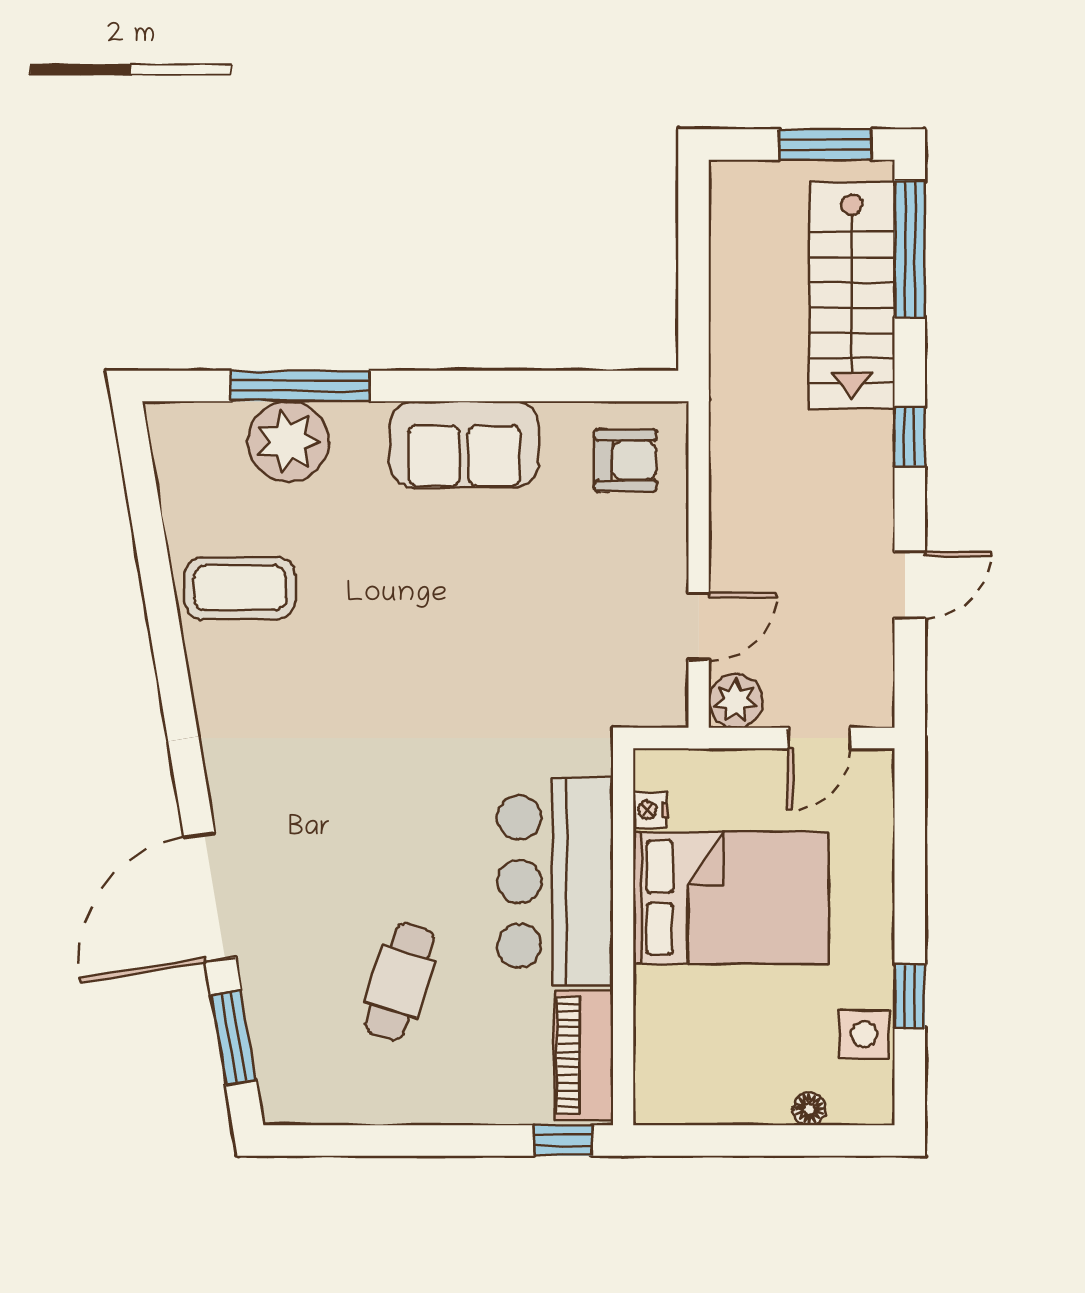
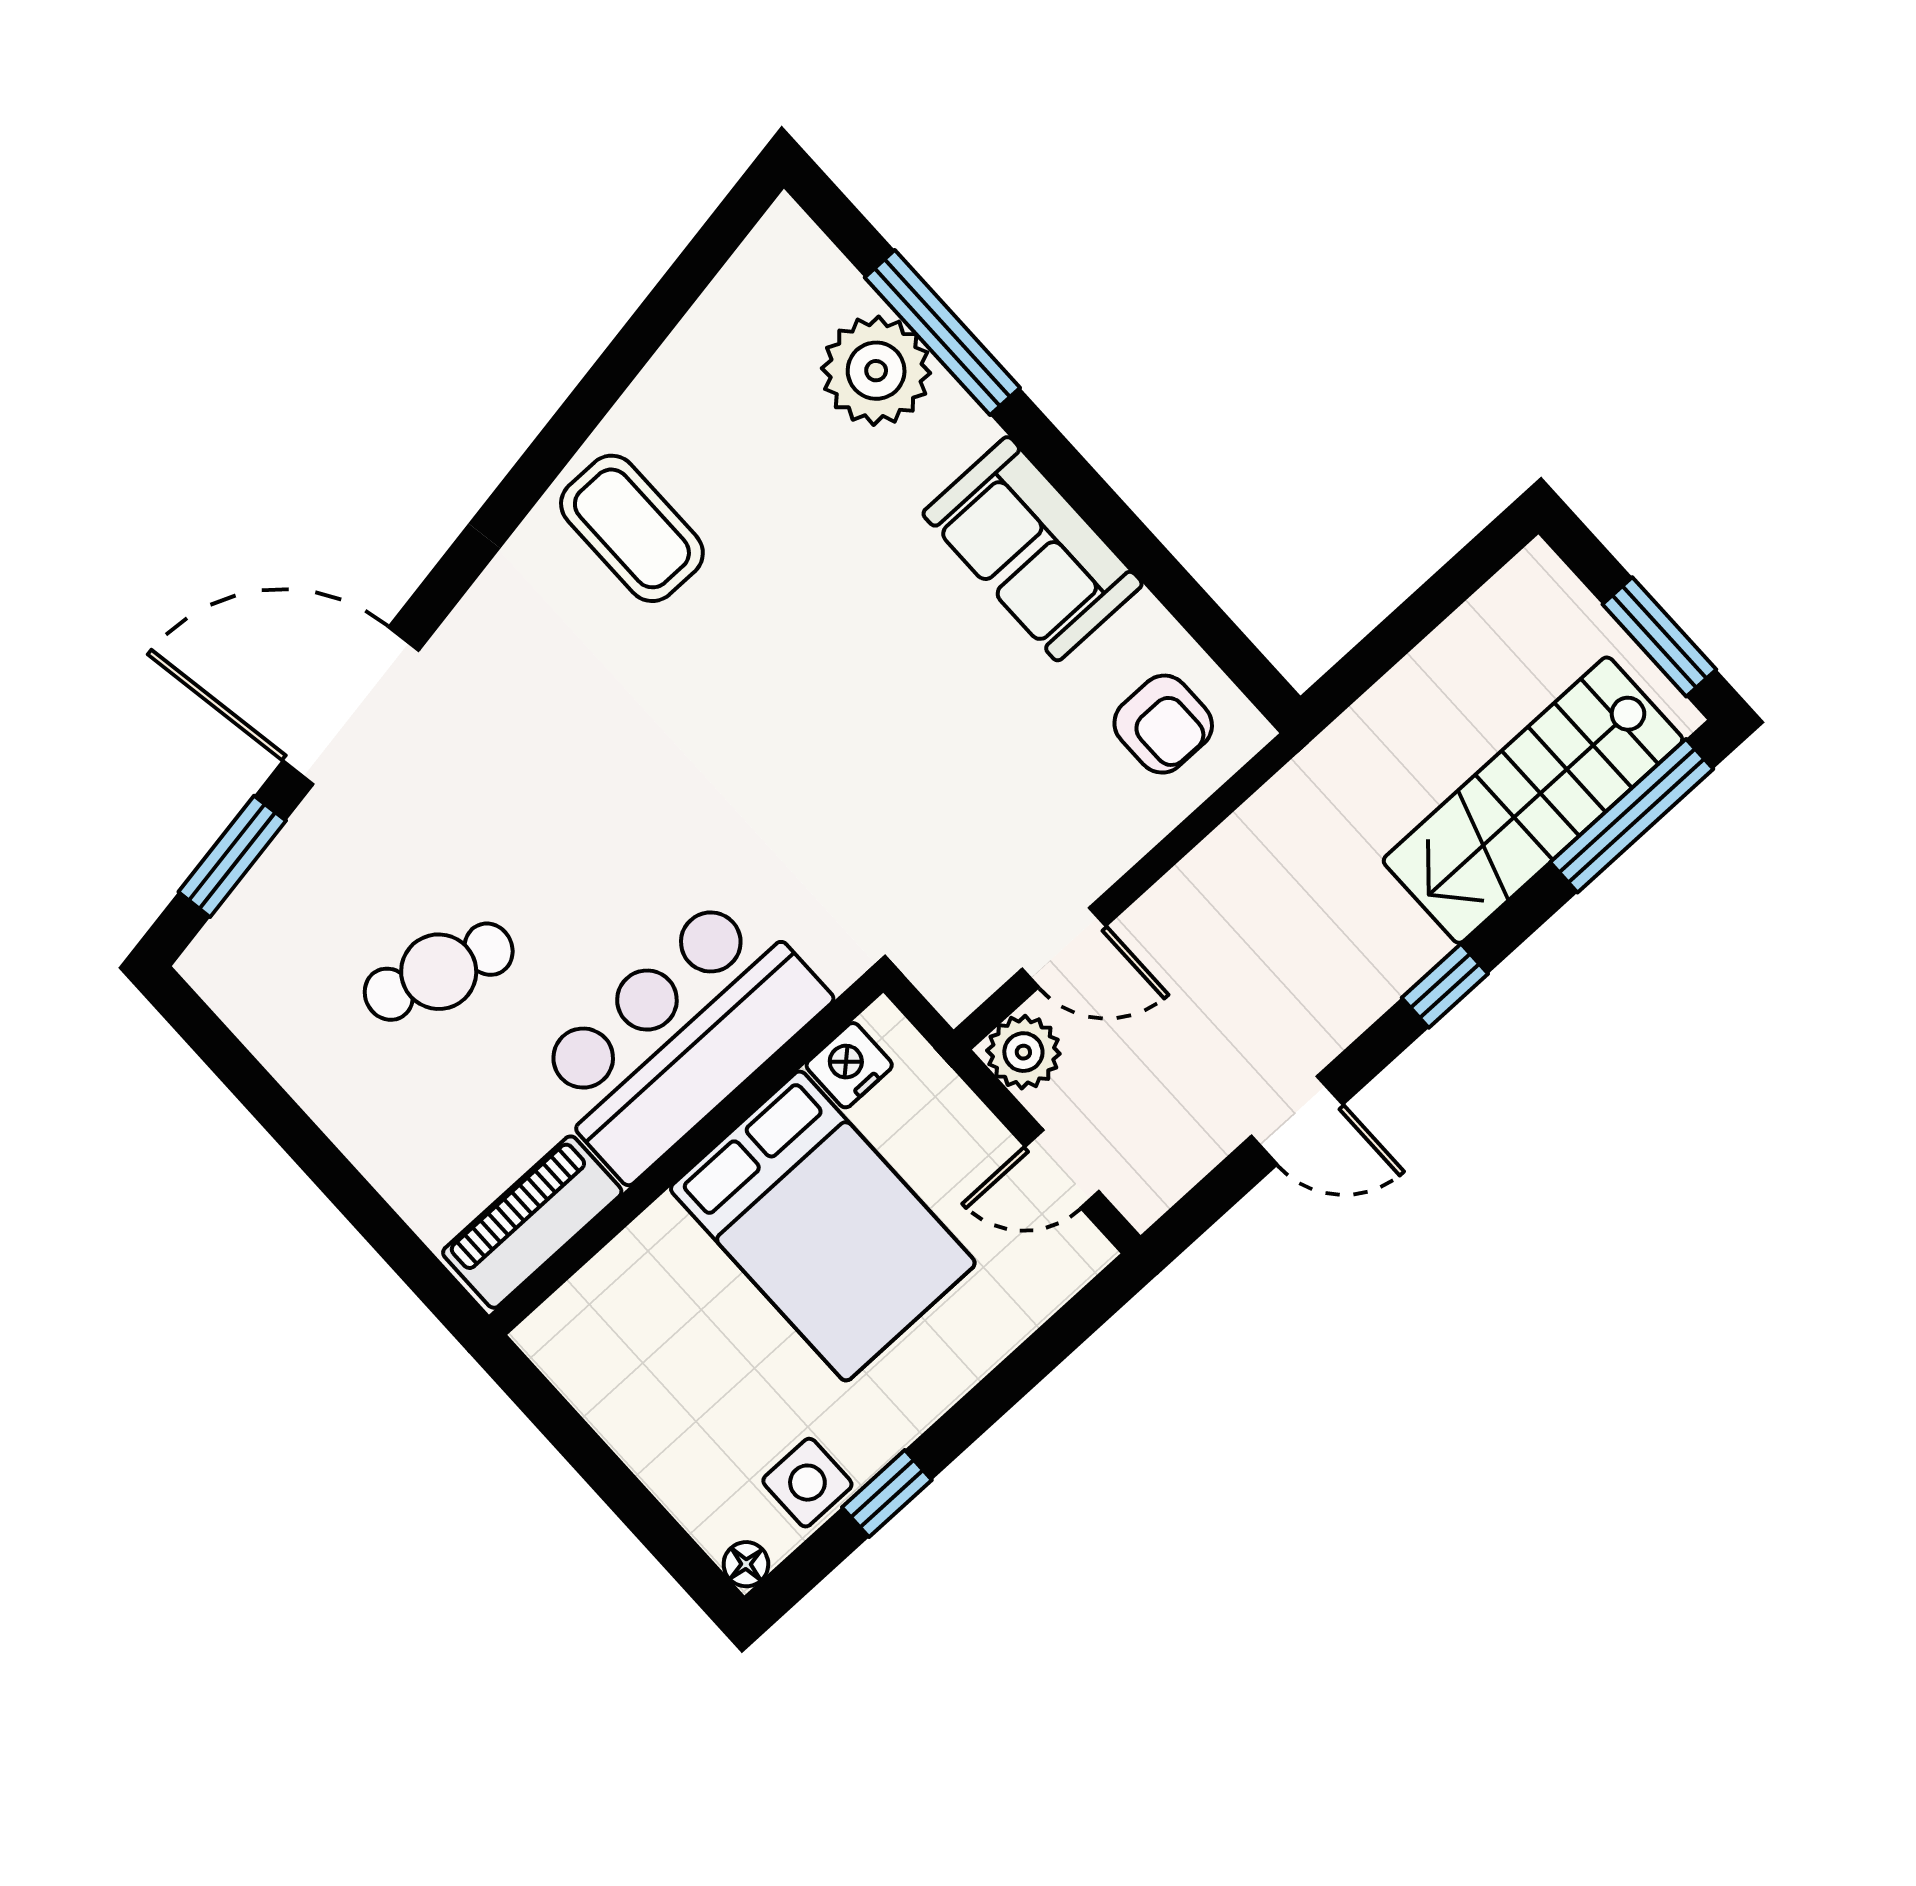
coffee table: (240, 588) -> (632, 528), moved
nightstand: (650, 810) -> (849, 1065), width x1.39, depth x1.35
floor lamp: (809, 1109) -> (746, 1564), moved
window: (563, 1140) -> (428, 1278), removed

